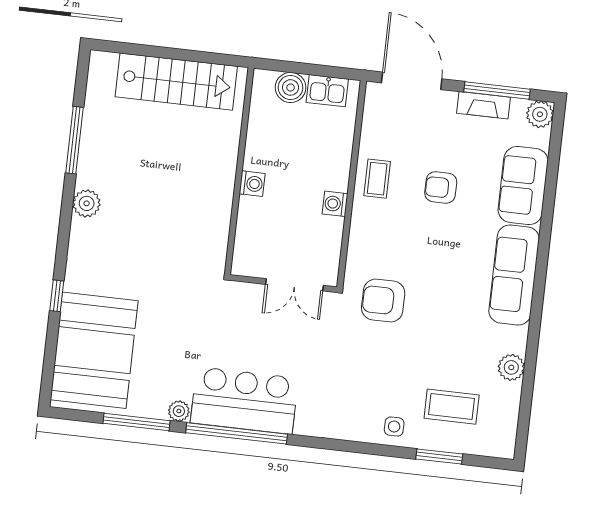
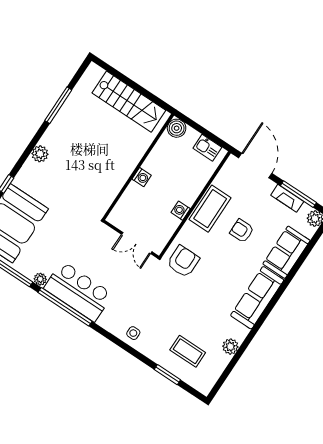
boiler: (291, 87) -> (177, 128), moved
coffee table: (377, 179) -> (210, 209), width x1.86, depth x1.72
plant: (87, 203) -> (40, 154), moved
armchair: (383, 301) -> (183, 261), moved, turned 90
side table: (394, 427) -> (133, 333), moved

